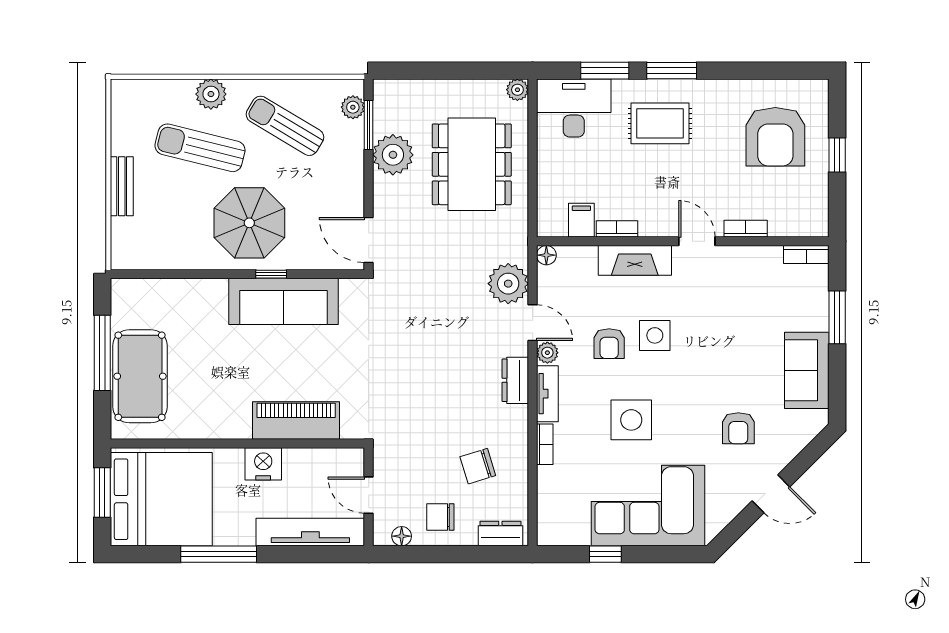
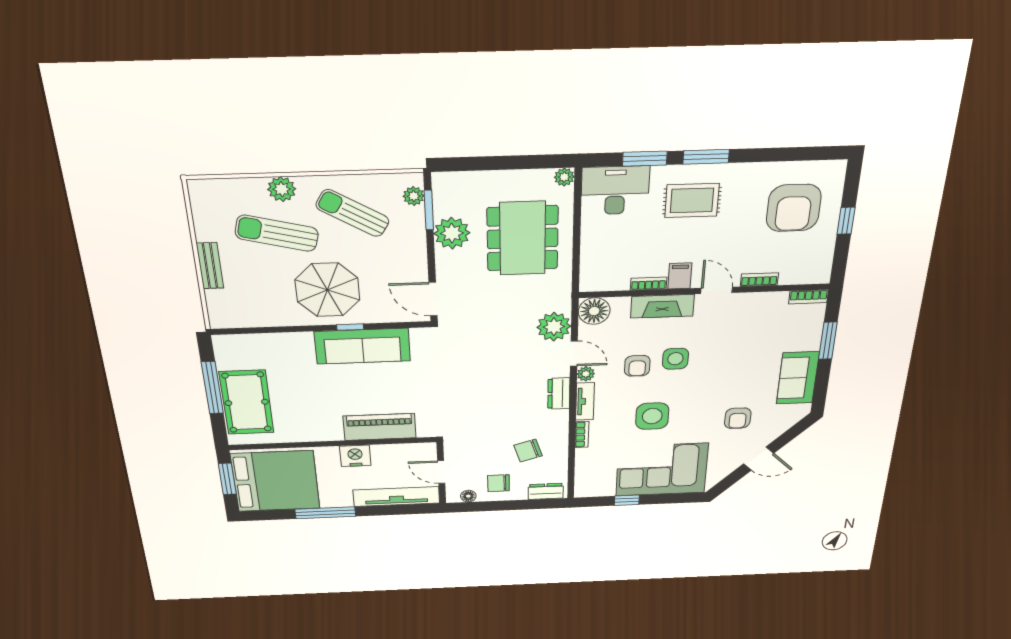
filing cabinet: (581, 220) -> (680, 276), moved
floor lamp: (546, 255) -> (594, 311), width x1.89, depth x1.89

